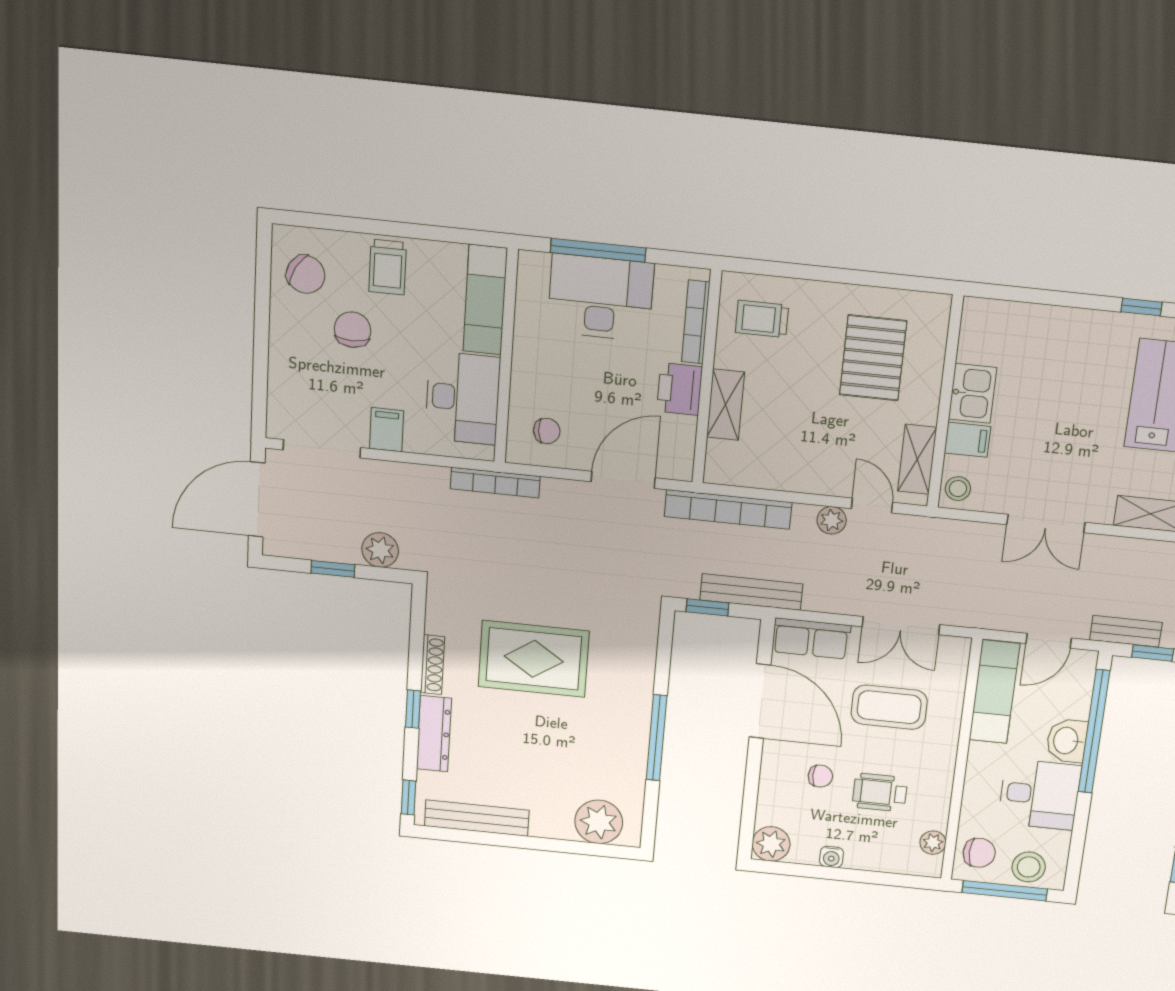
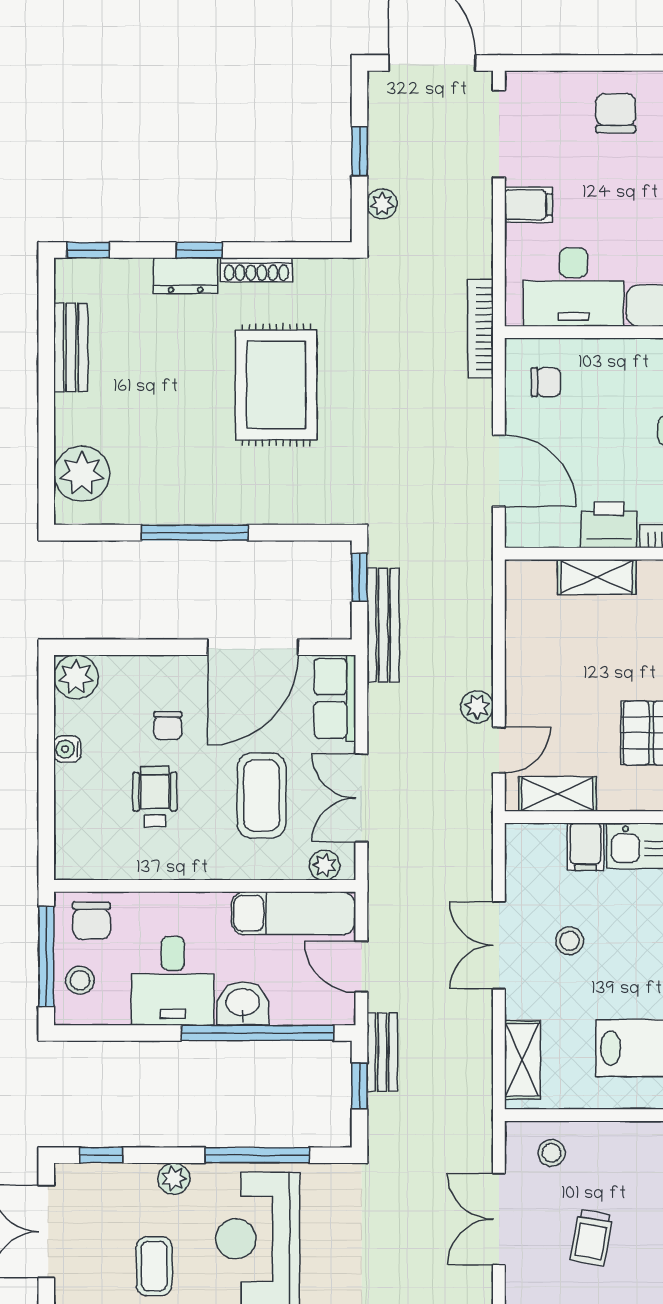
chair: (353, 330) -> (616, 113), moved, turned -90
chair: (547, 431) -> (546, 382), turned -85
stool: (958, 489) -> (570, 941), moved
bookcase: (728, 509) -> (477, 590), removed
plant: (380, 550) -> (382, 204), width x0.73, depth x0.73
dresser: (434, 734) -> (186, 276), width x0.70
bench: (477, 818) -> (71, 347), width x0.73
plant: (933, 843) -> (325, 865), moved
stool: (1029, 867) -> (80, 980), width x0.73, depth x0.73

